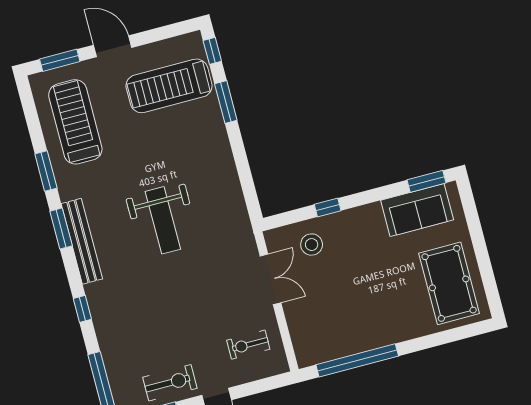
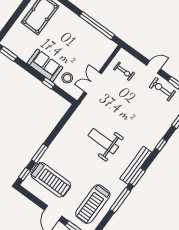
window: (46, 171) -> (120, 200), width x1.44
sofa: (417, 210) -> (45, 65), moved
weight bench: (163, 220) -> (103, 141), turned -90

